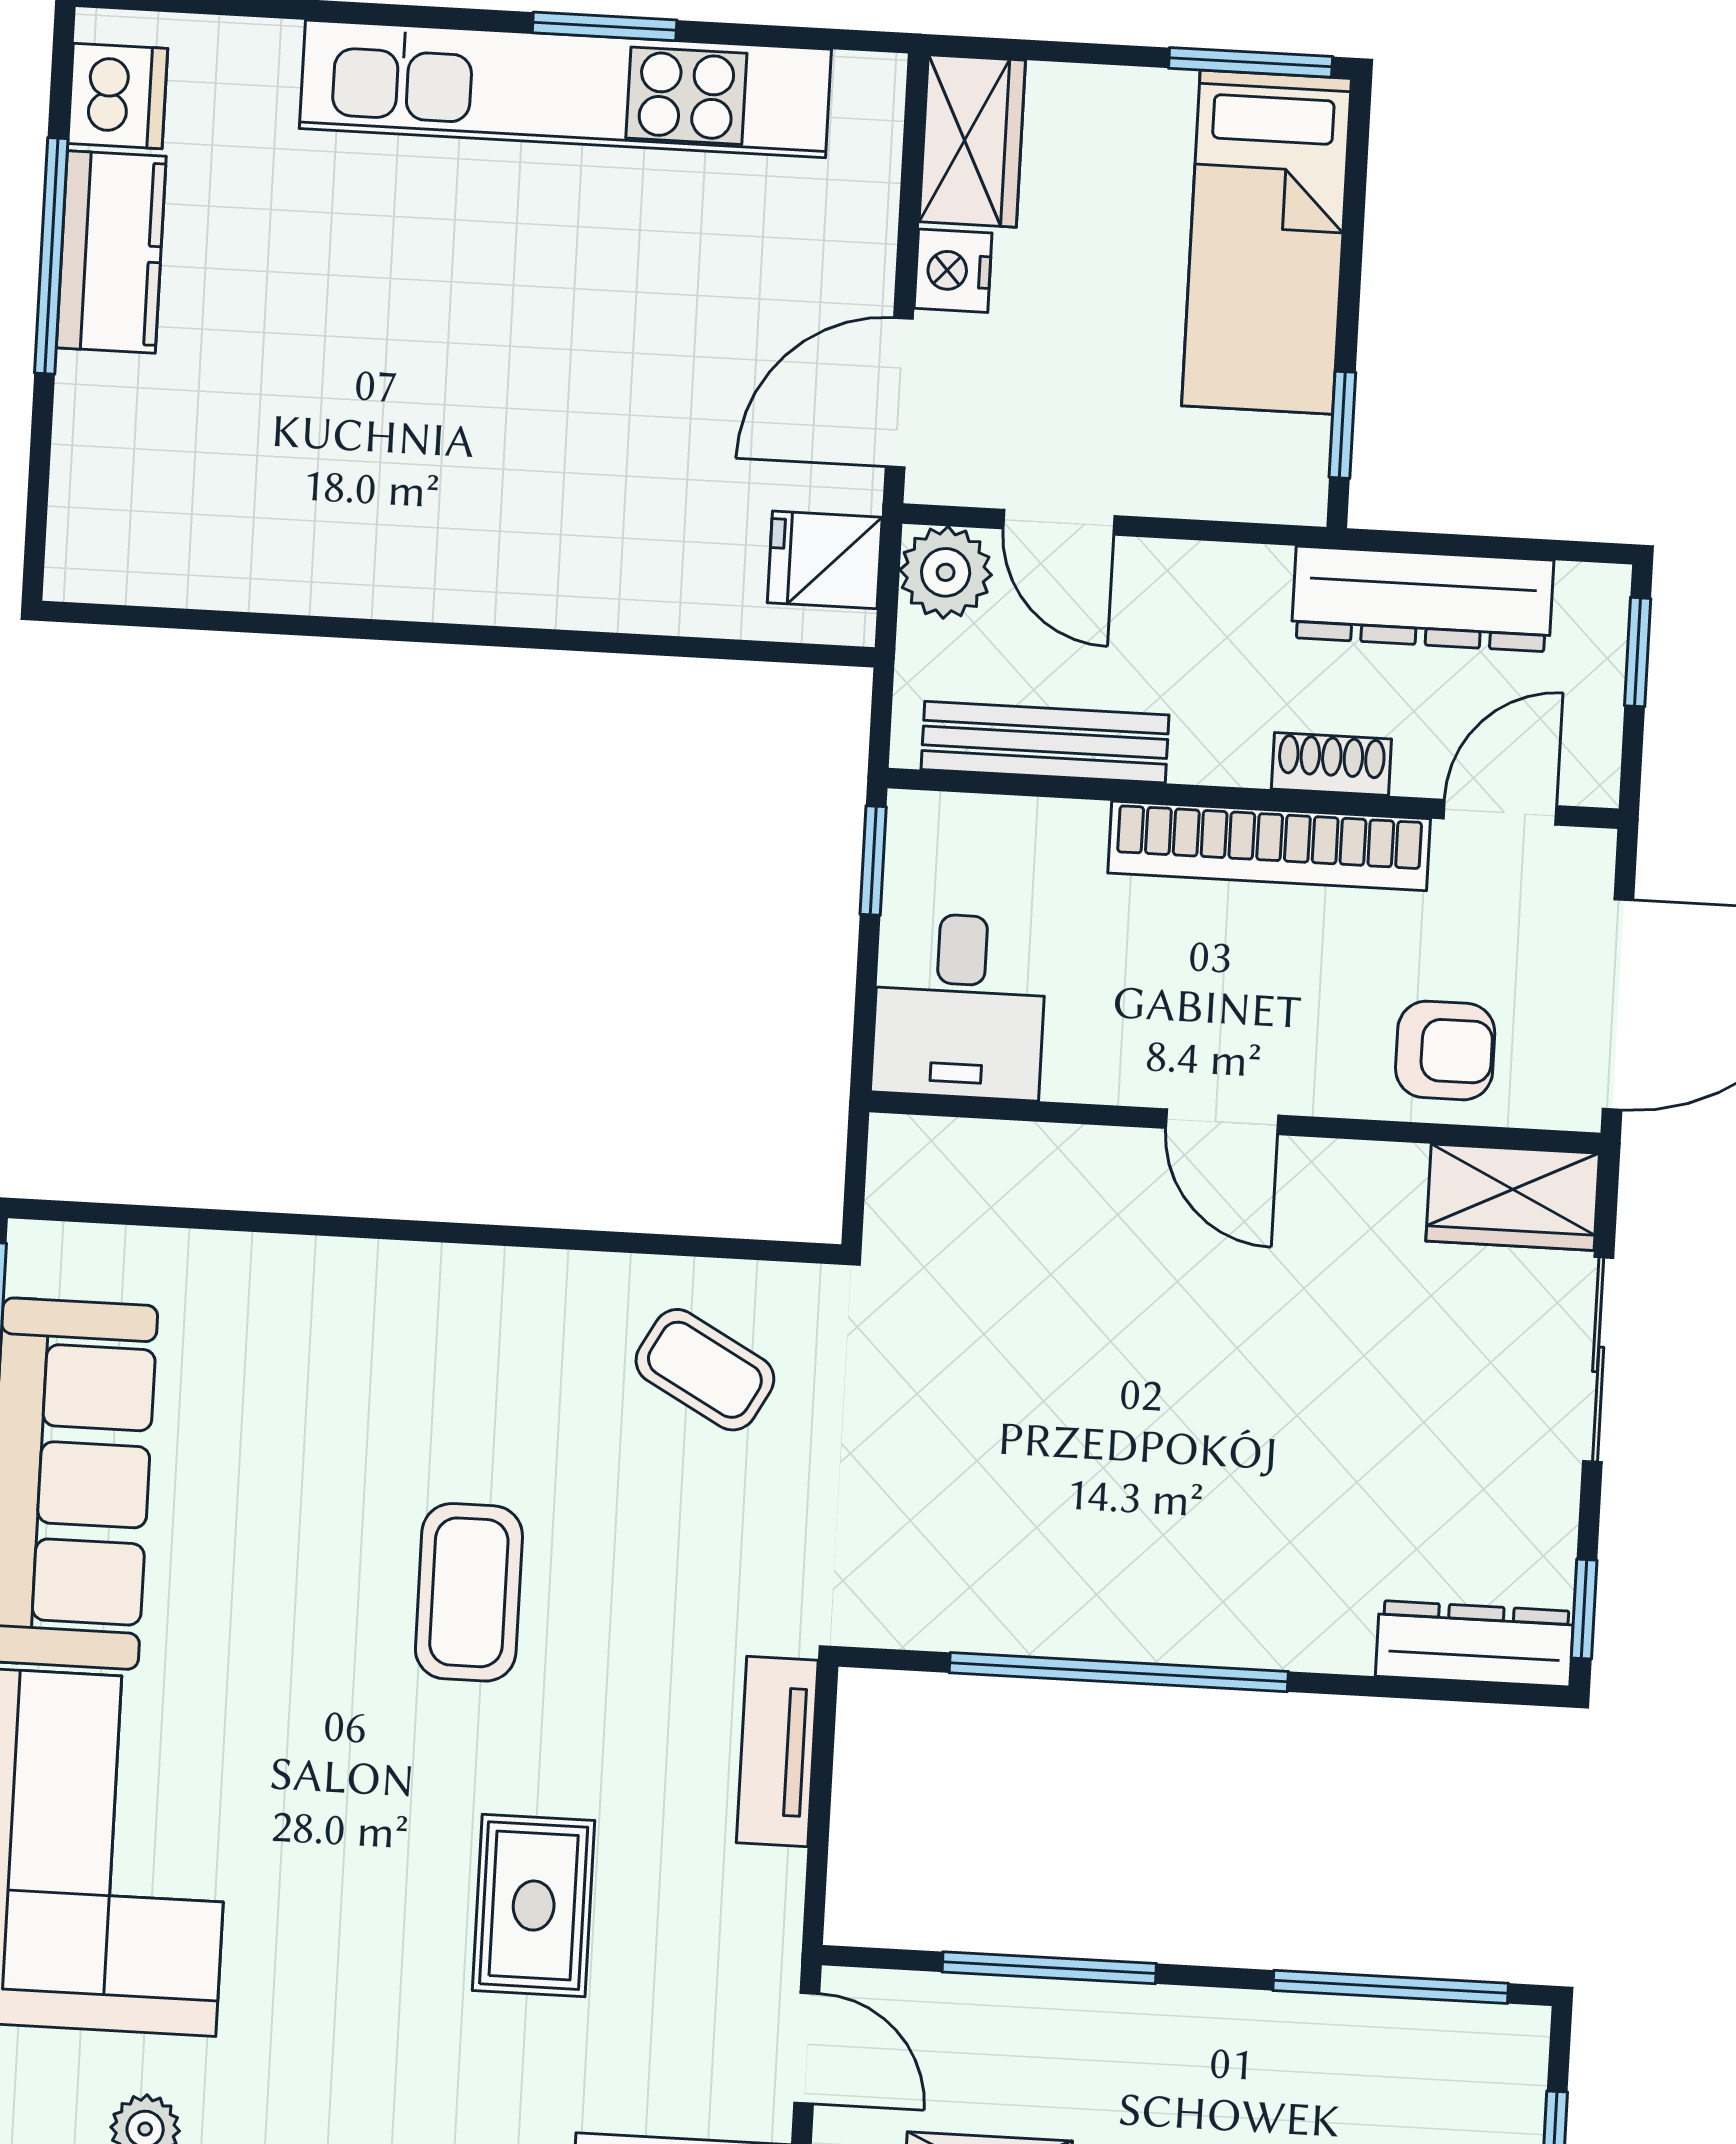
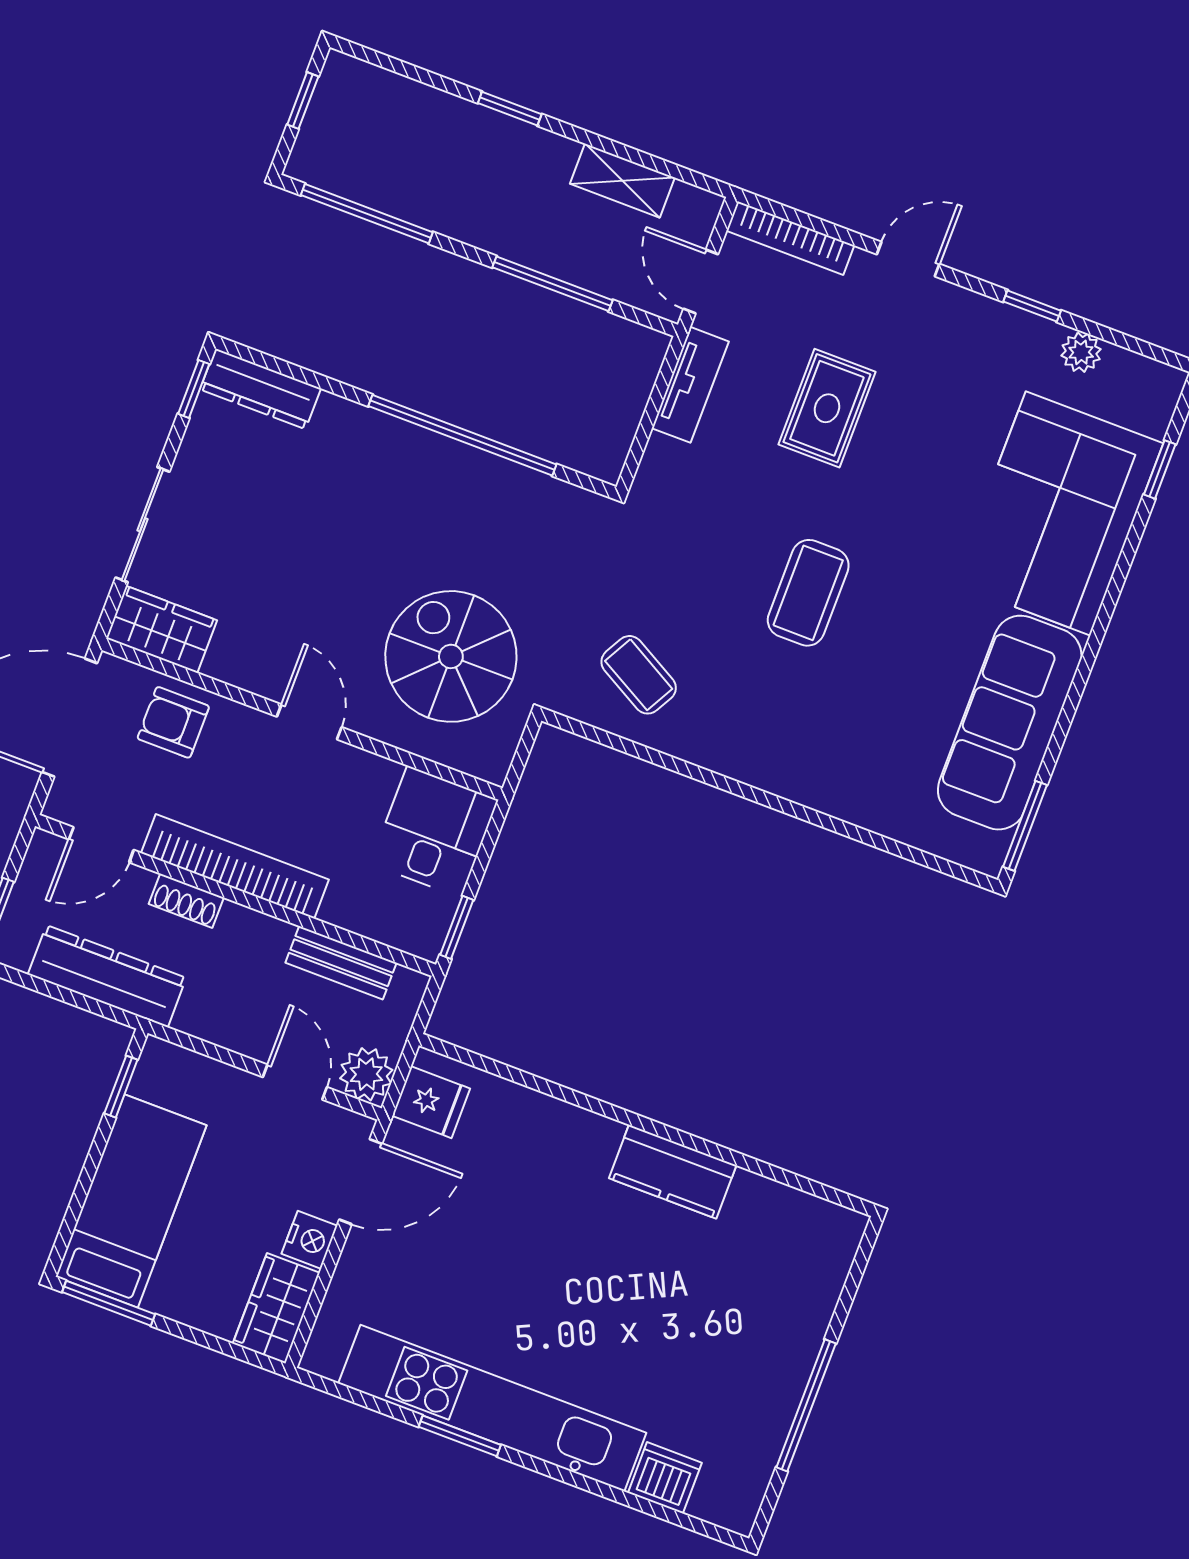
dishwasher: (118, 96) -> (665, 1478), moved, turned 90
kitchen counter: (111, 252) -> (673, 1172), moved, turned -90
bench: (1045, 742) -> (341, 963), width x0.73
spiral stairs: (1023, 1303) -> (451, 656), added
tv unit: (777, 1751) -> (690, 385), moved

